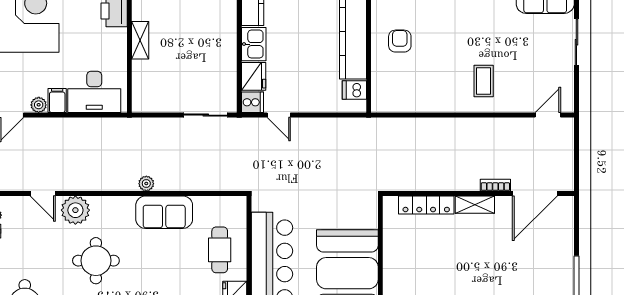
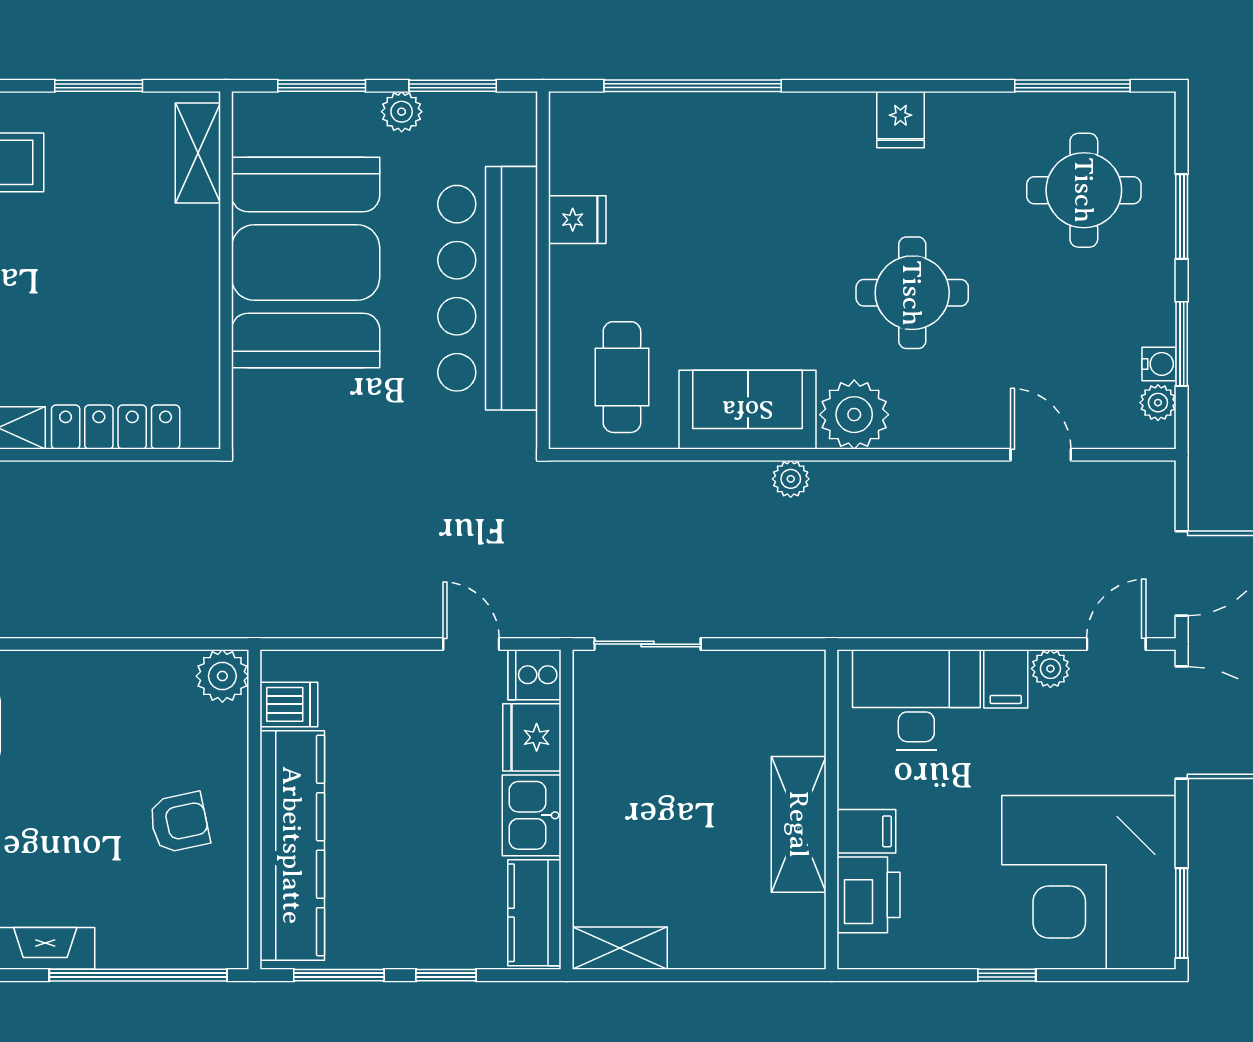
filing cabinet: (115, 37) -> (866, 831), added
shelving: (140, 40) -> (799, 824), width x1.50, depth x1.33
armchair: (400, 41) -> (179, 822), turned -102
plant: (382, 102) -> (222, 676), added
plant: (75, 210) -> (854, 415), moved
cafe table: (220, 250) -> (622, 377), moved

